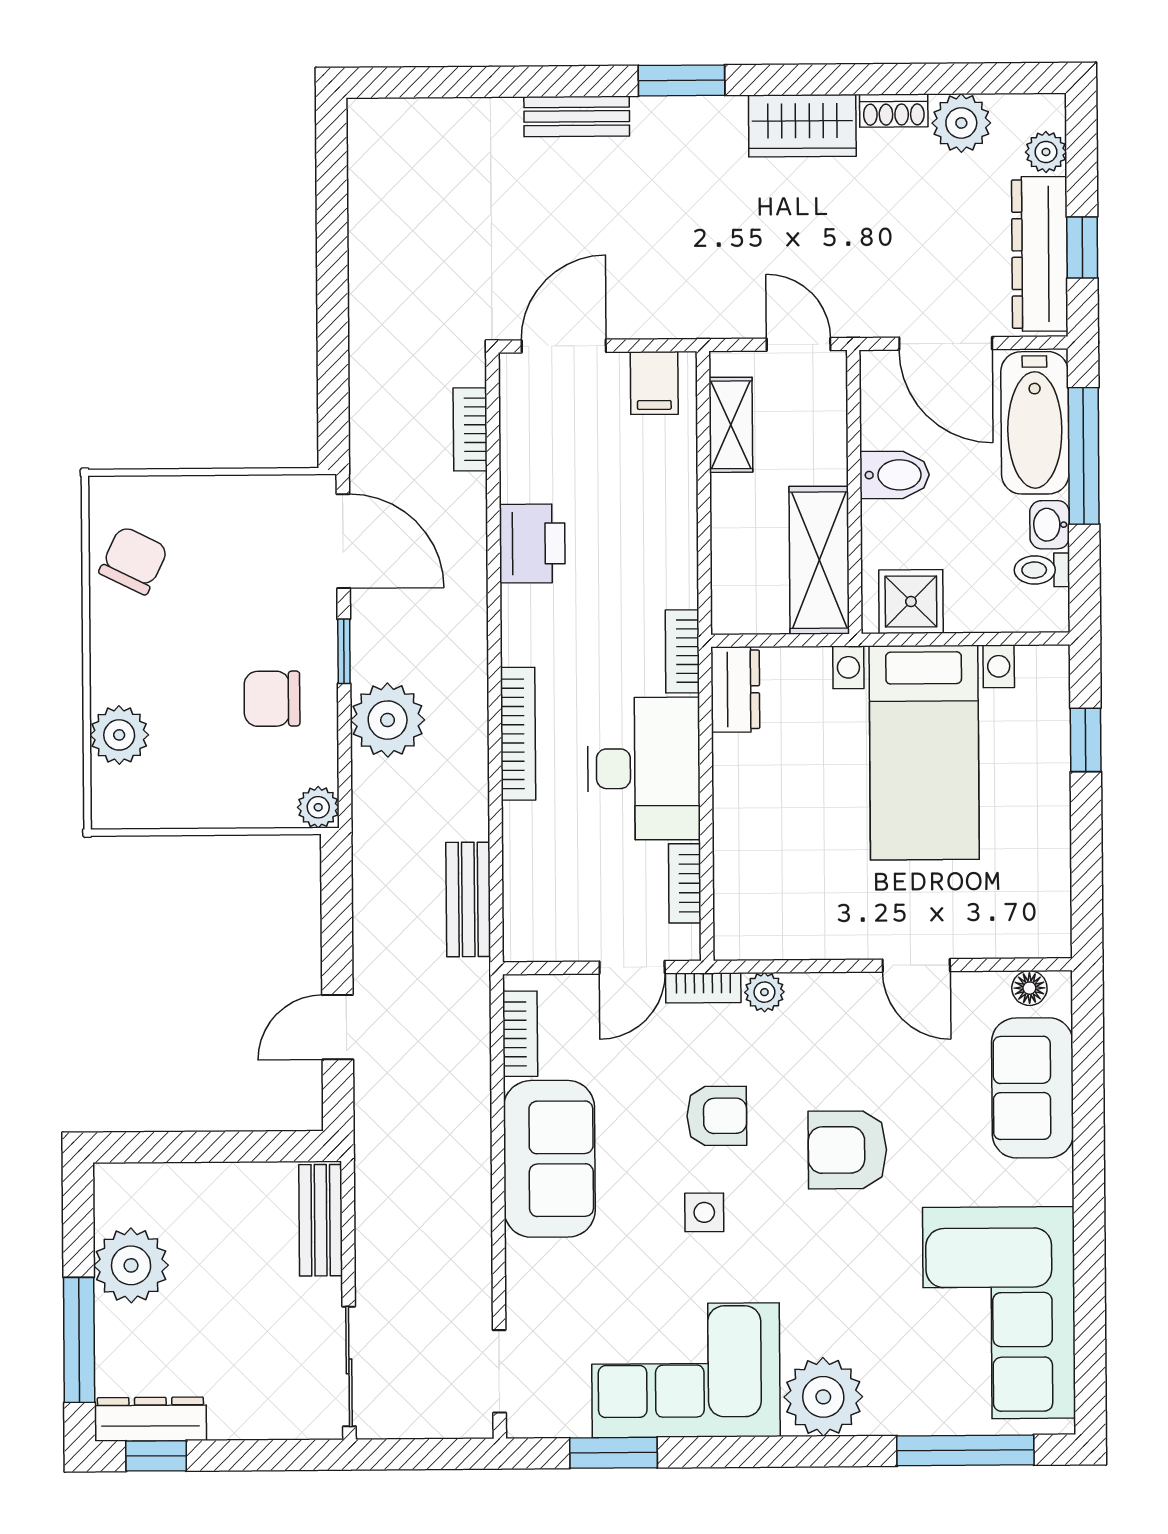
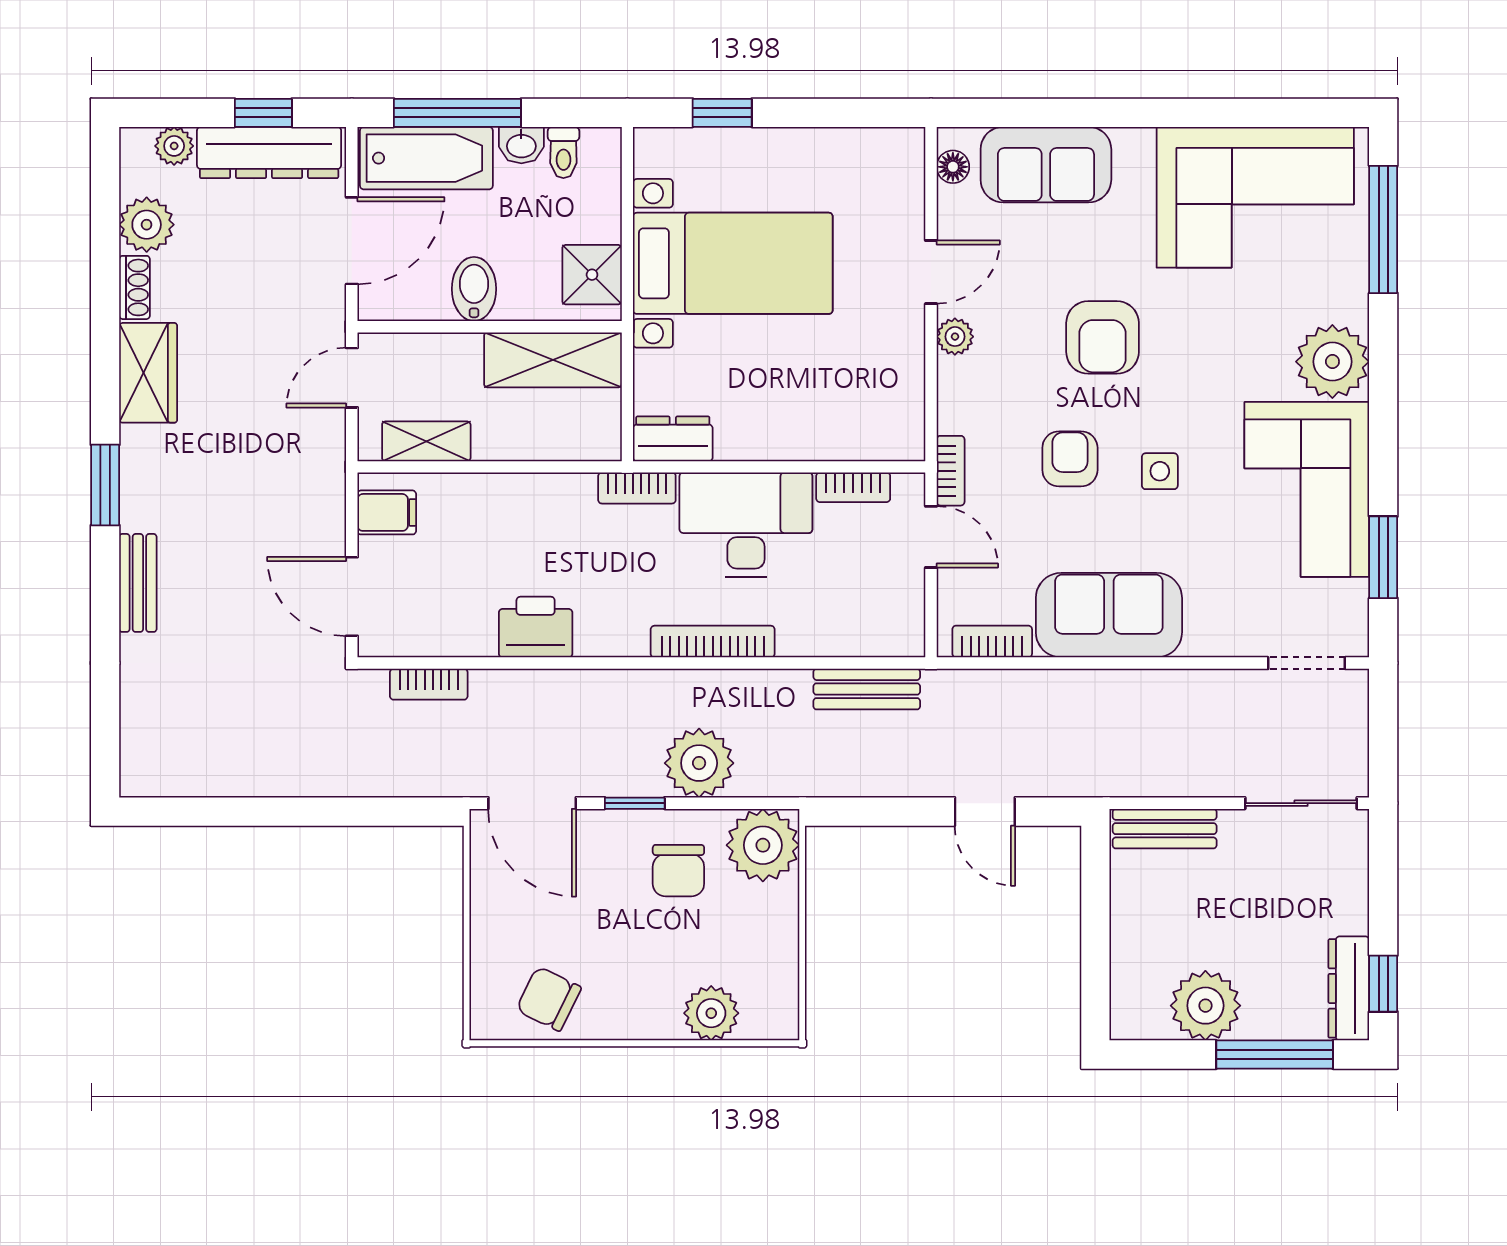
door: (343, 541) -> (532, 803), swing flipped
plant: (318, 807) -> (763, 845), width x1.88, depth x1.88
plant: (764, 992) -> (955, 337), moved

